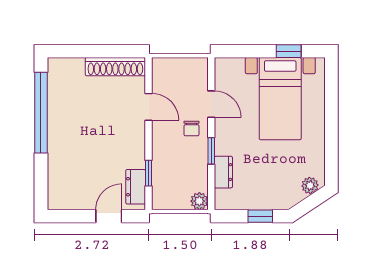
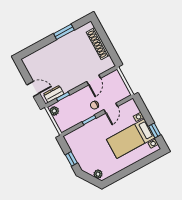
shoe rack: (115, 67) -> (98, 44), moved
window: (41, 113) -> (64, 32), width x0.47
dresser: (223, 172) -> (82, 131), removed
plant: (199, 201) -> (54, 111), moved

